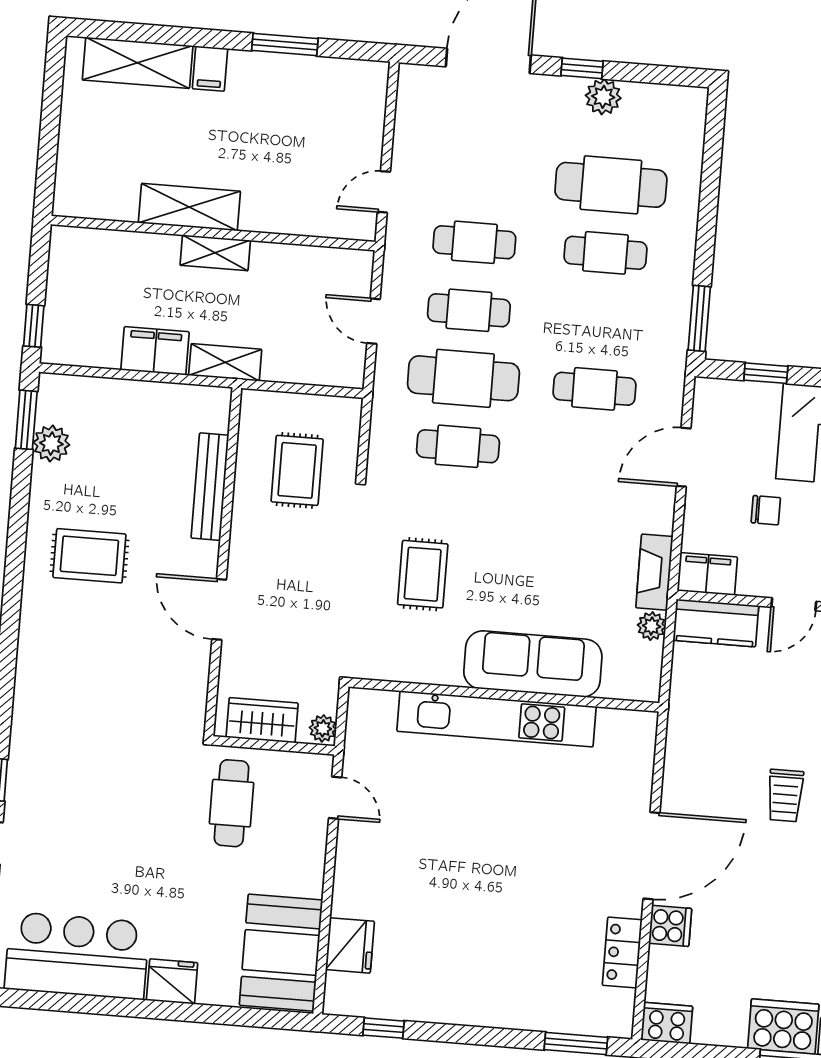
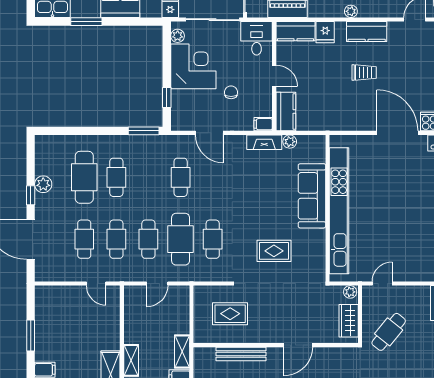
cafe table: (480, 174) -> (84, 239), added
filing cabinet: (707, 574) -> (263, 124), width x0.50
kitchen unit: (497, 719) -> (339, 211), width x1.36
cafe table: (232, 803) -> (389, 332), turned -51

